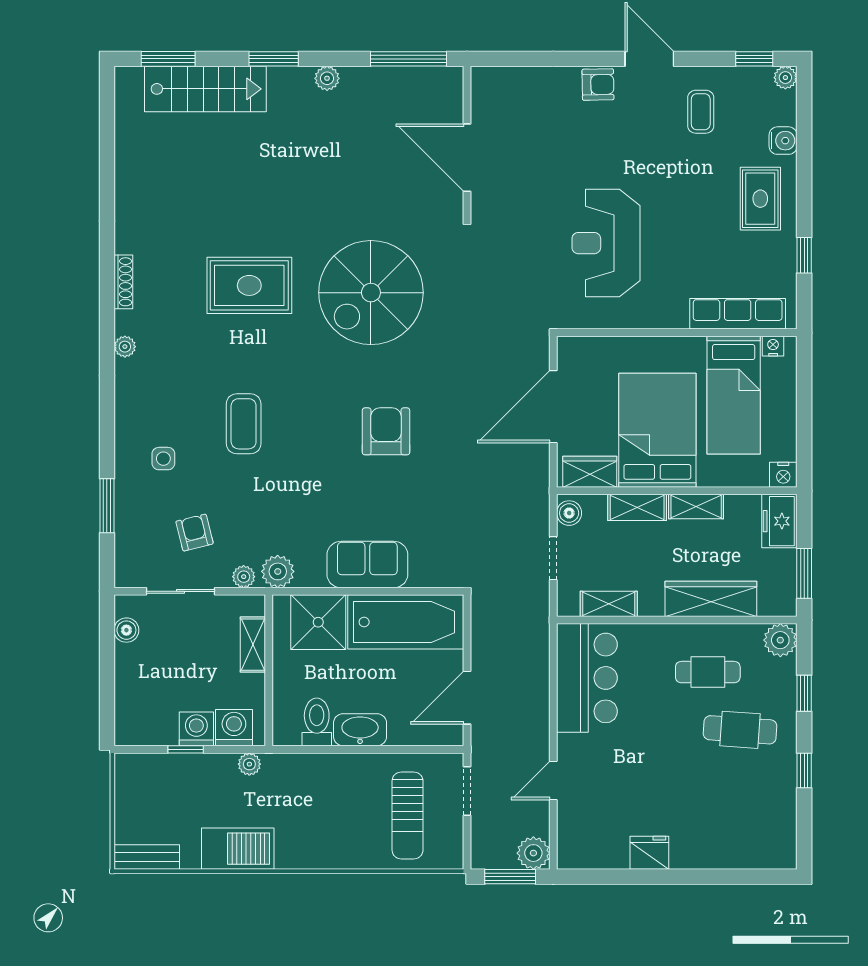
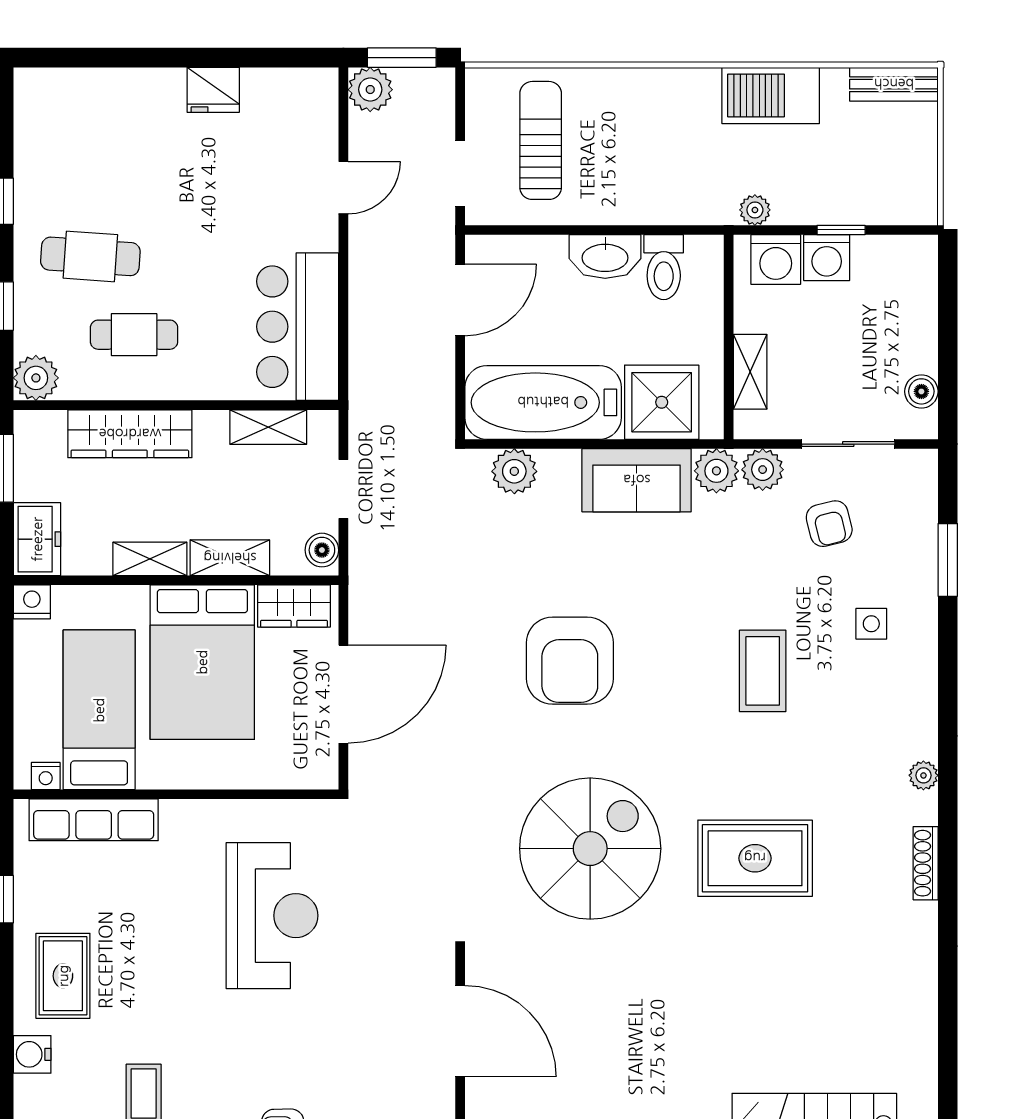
armchair: (386, 431) -> (570, 661), width x1.36, depth x1.36
sofa: (367, 565) -> (637, 480), moved
plant: (427, 571) -> (514, 471), added
plant: (244, 577) -> (763, 470), width x1.38, depth x1.38

